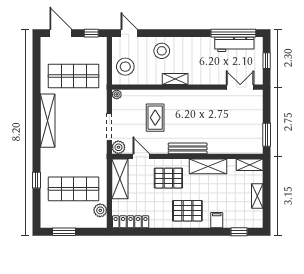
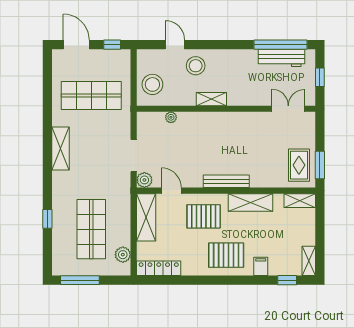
door: (129, 33) -> (175, 45), moved
plant: (117, 94) -> (171, 117), moved
rug: (155, 118) -> (299, 165), moved
shelving: (48, 121) -> (60, 148), width x0.68
shop shelf: (74, 189) -> (91, 229), turned 90
shelving: (257, 196) -> (309, 261), moved
window: (64, 232) -> (80, 280), width x1.44

